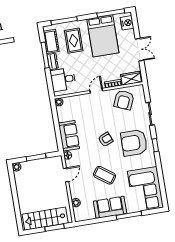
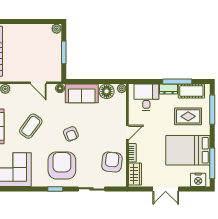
door: (96, 91) -> (127, 133), hinge flipped
armchair: (124, 100) -> (112, 162), turned 73
floor lamp: (64, 115) -> (107, 91), added

